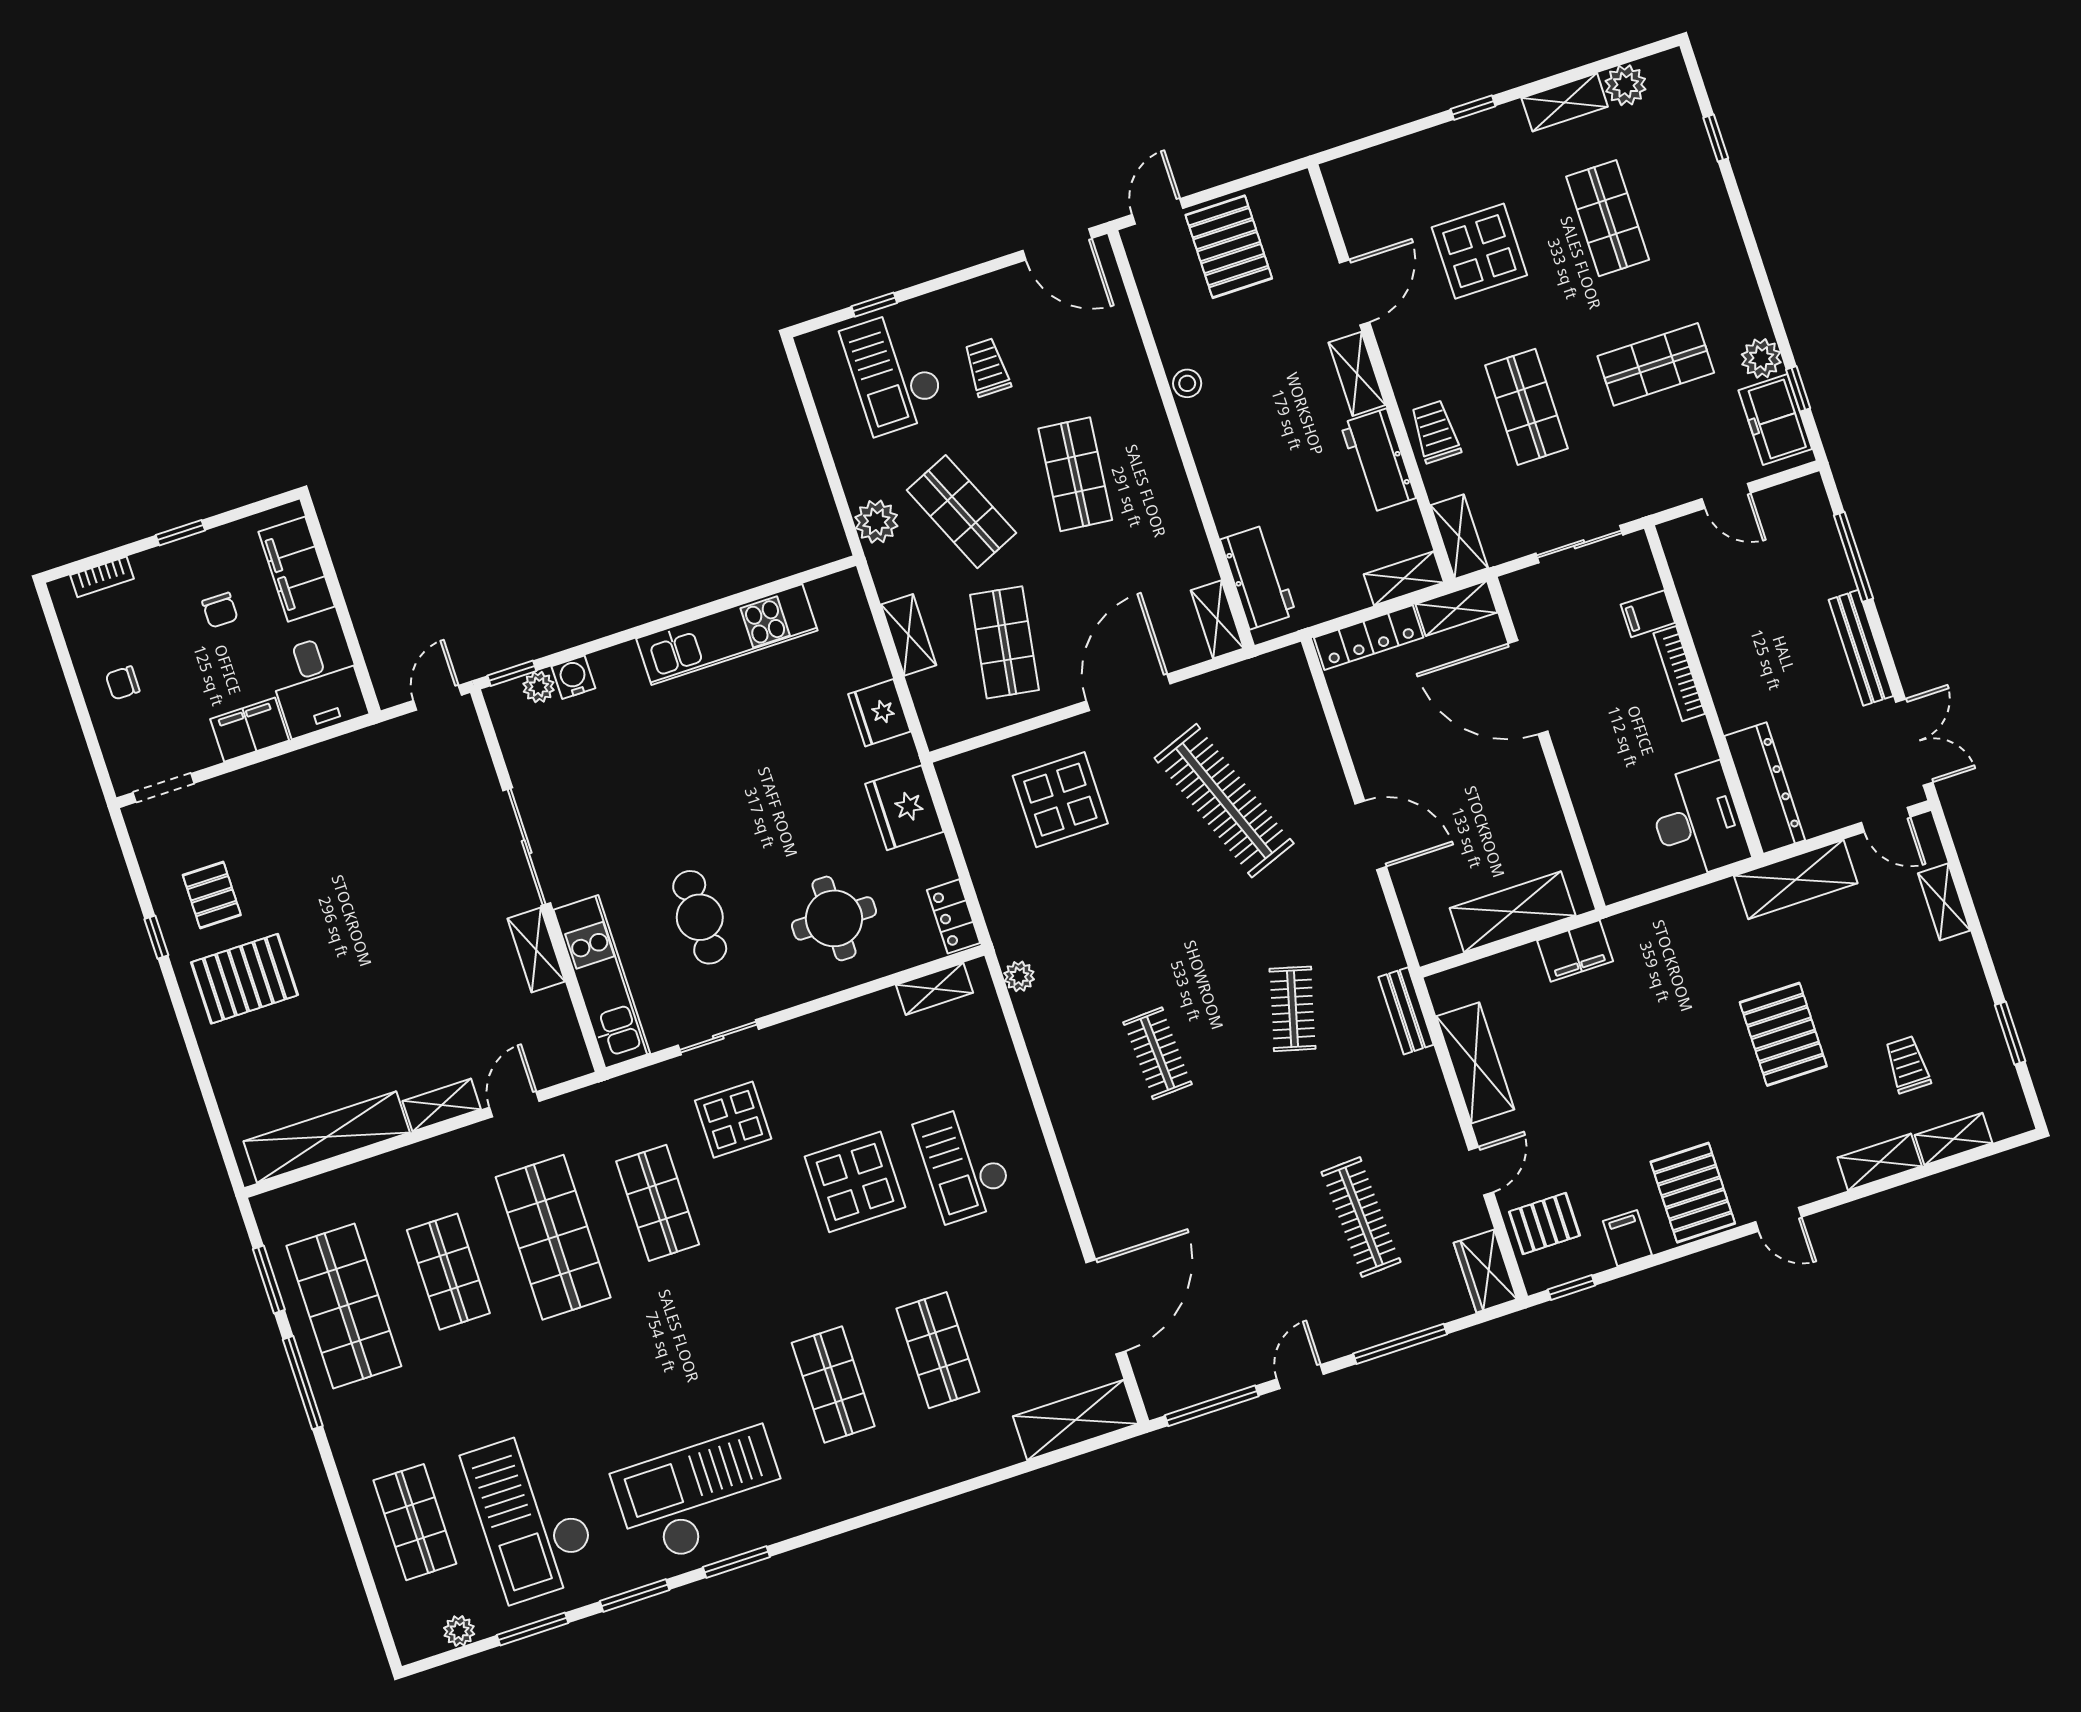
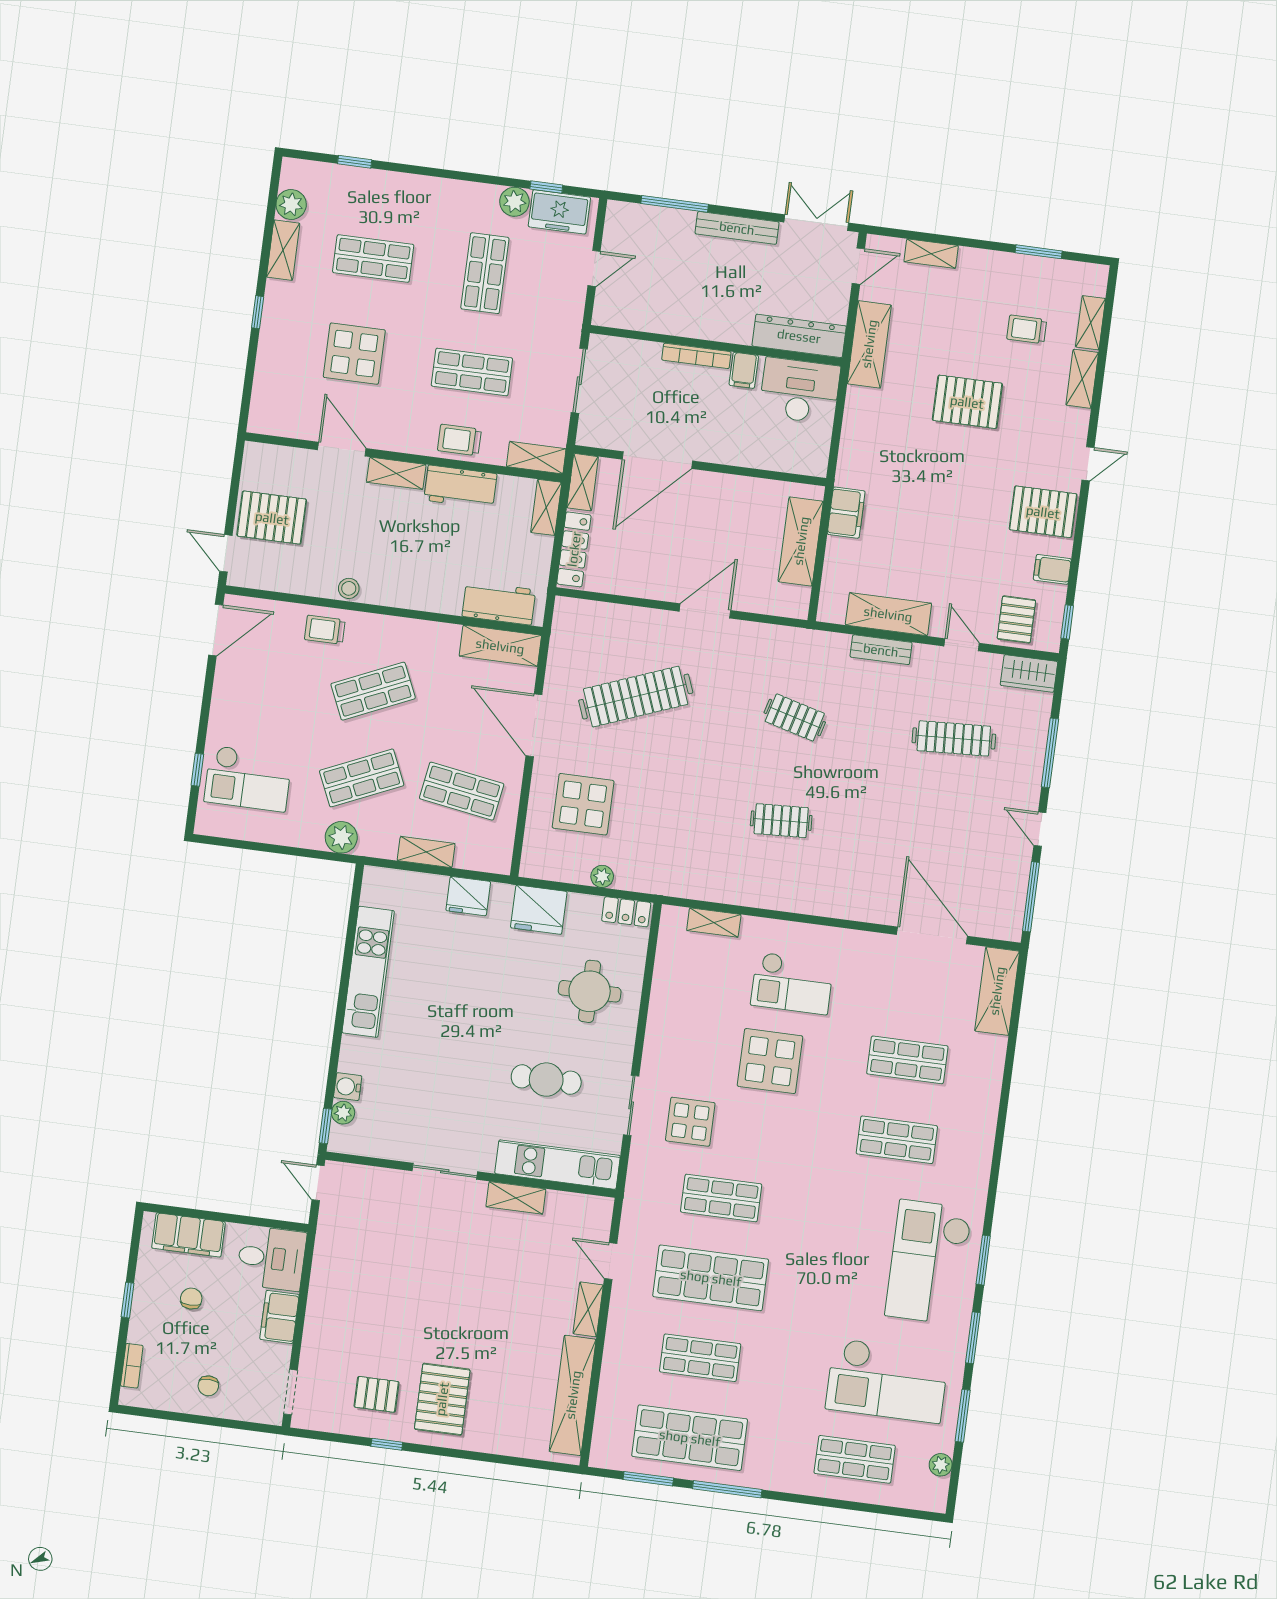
trolley: (987, 367) -> (325, 630), moved
shop shelf: (1075, 474) -> (373, 691), turned -30
chair: (220, 610) -> (191, 1299), turned -90
filing cabinet: (1648, 614) -> (744, 370), moved
shelving: (1217, 619) -> (500, 646), width x1.50, depth x1.33
sliding door: (527, 847) -> (445, 1171), width x0.73
plant: (1019, 976) -> (602, 876), moved
shelving: (934, 989) -> (714, 923), moved, turned 90
bench: (1406, 1011) -> (881, 650), moved

